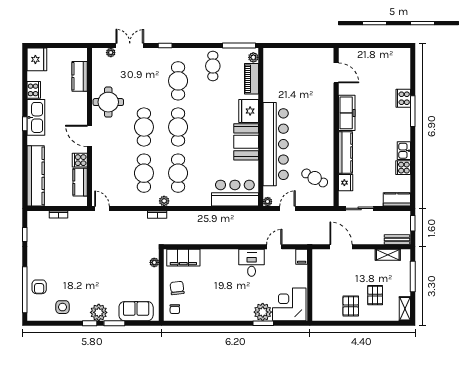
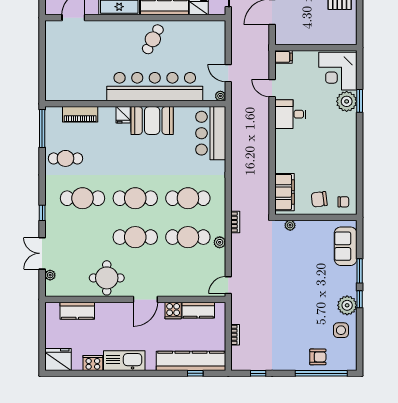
plant: (253, 57) -> (56, 112), removed
fridge: (249, 111) -> (123, 115), width x0.53, depth x0.75
window: (25, 124) -> (195, 373), moved
cafe table: (315, 178) -> (153, 39), moved
plant: (164, 201) -> (220, 242), moved
plant: (99, 312) -> (347, 305), moved

